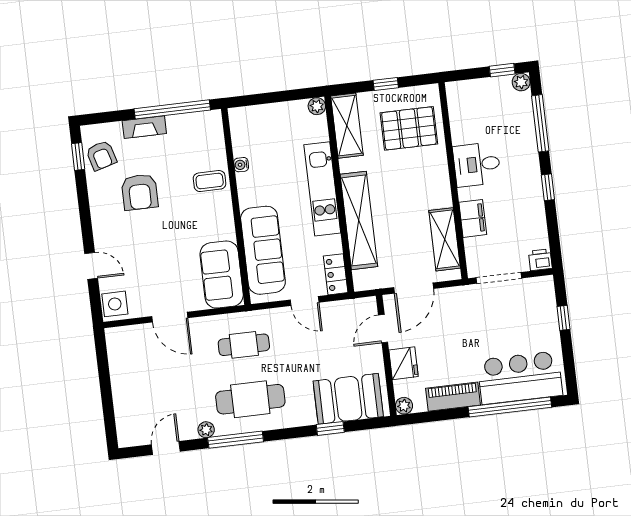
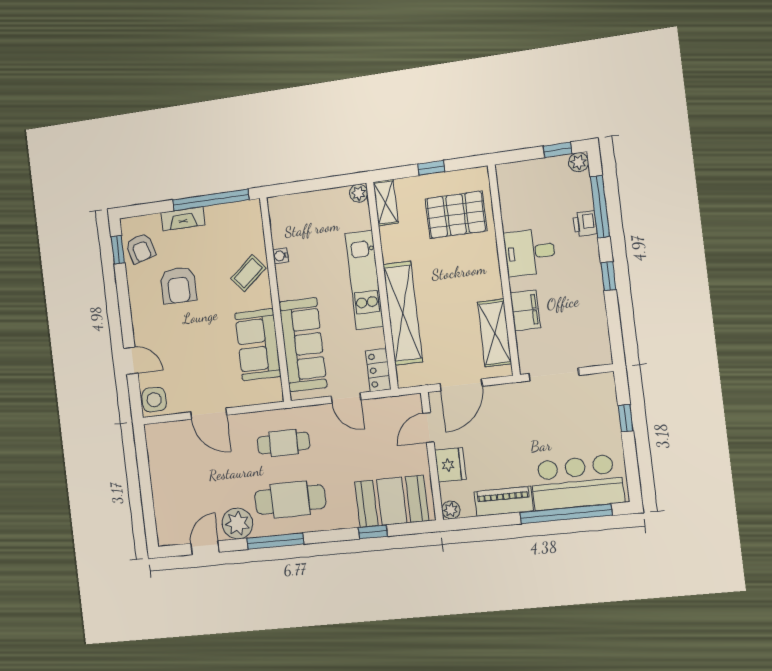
shelving: (347, 126) -> (386, 203), width x0.67, depth x0.75
coffee table: (210, 181) -> (248, 273), turned -40
printer: (540, 260) -> (585, 224), moved, turned -90
sofa: (222, 275) -> (258, 345), moved
plant: (206, 430) -> (237, 523), width x1.88, depth x1.88

